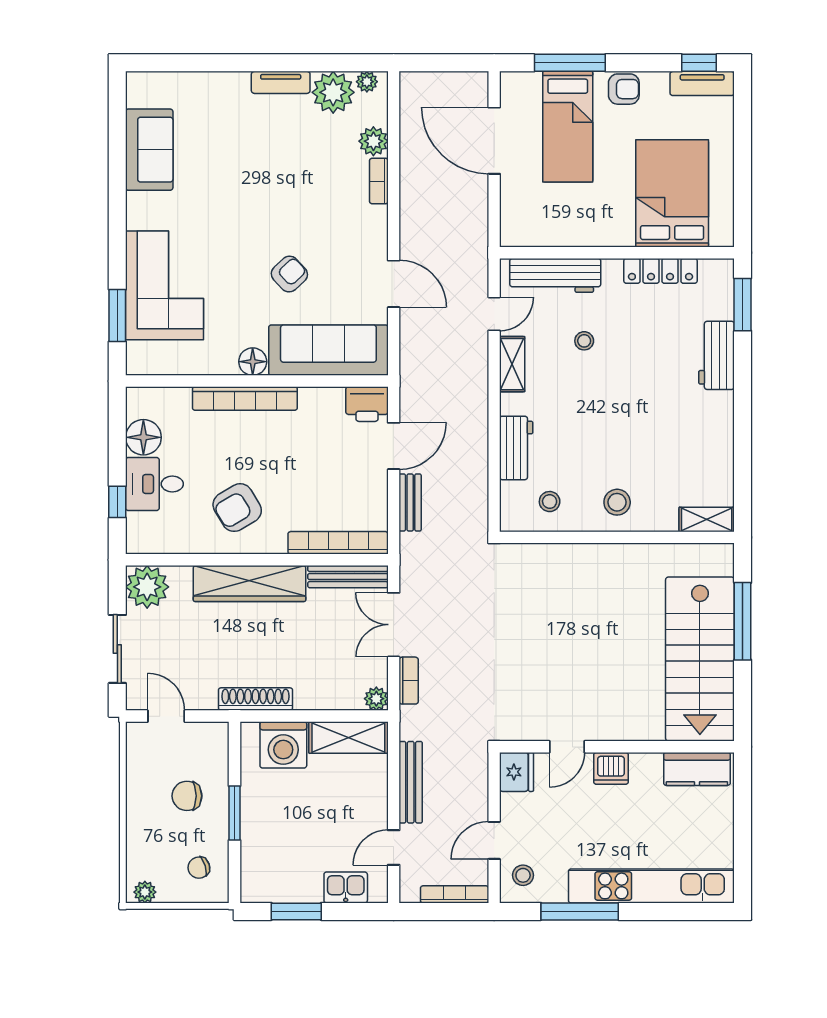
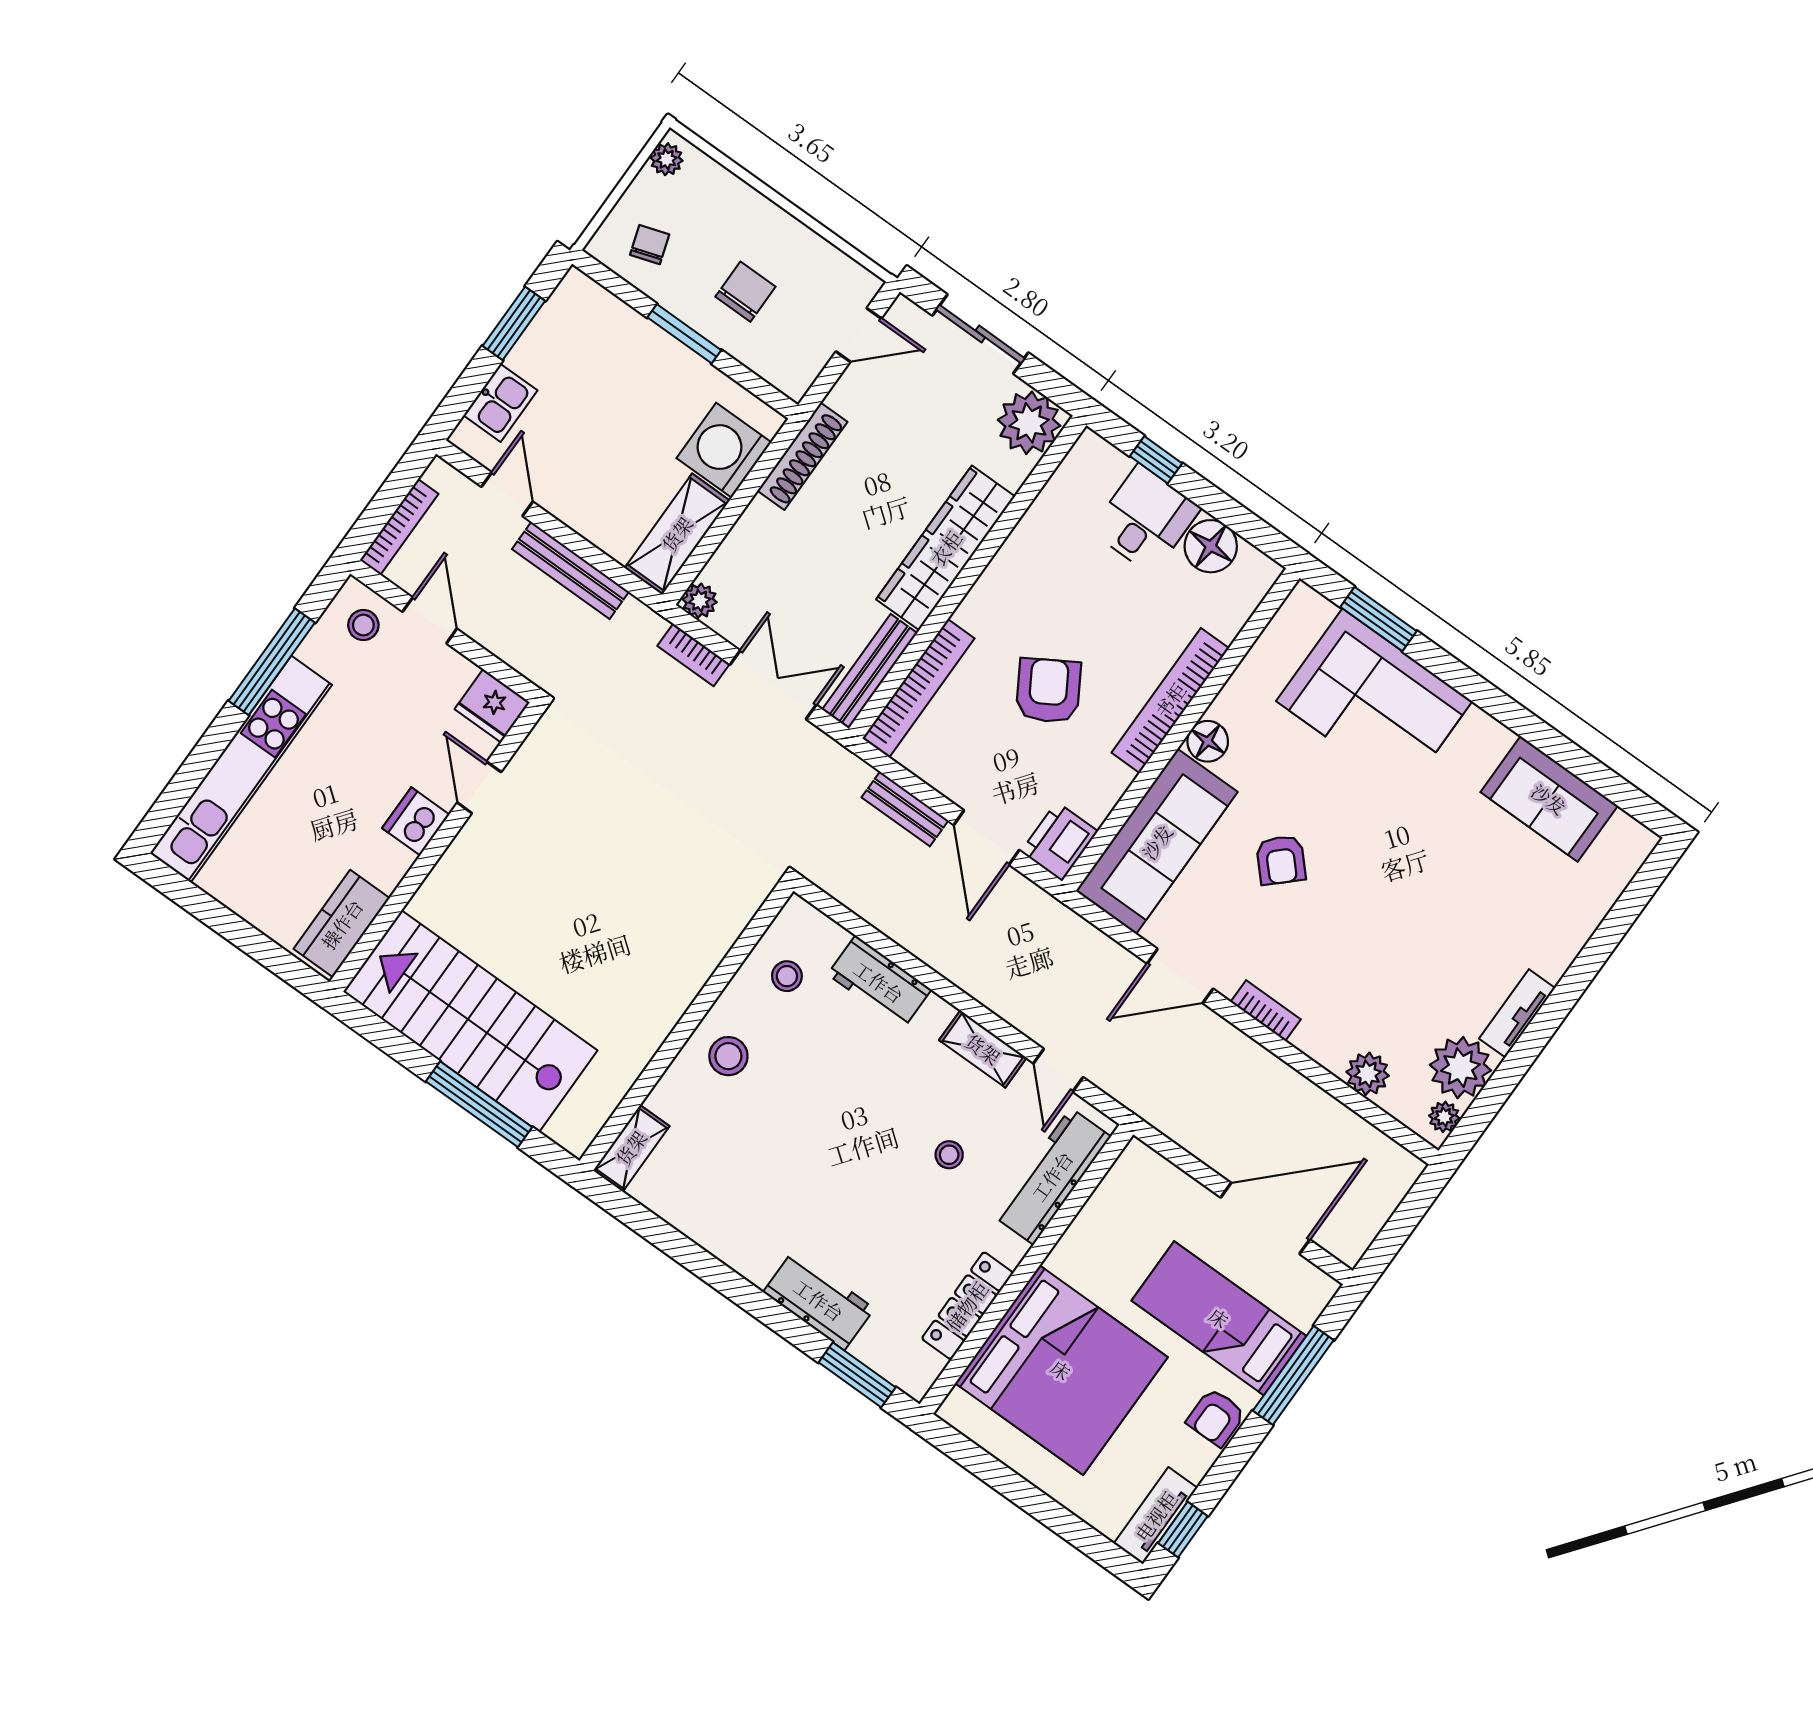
bookcase: (379, 181) -> (1266, 1011), moved
bed: (672, 193) -> (1061, 1370), width x1.36
armchair: (237, 508) -> (1048, 691), moved

